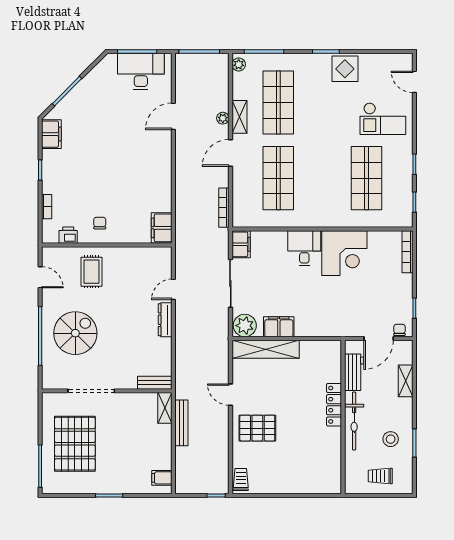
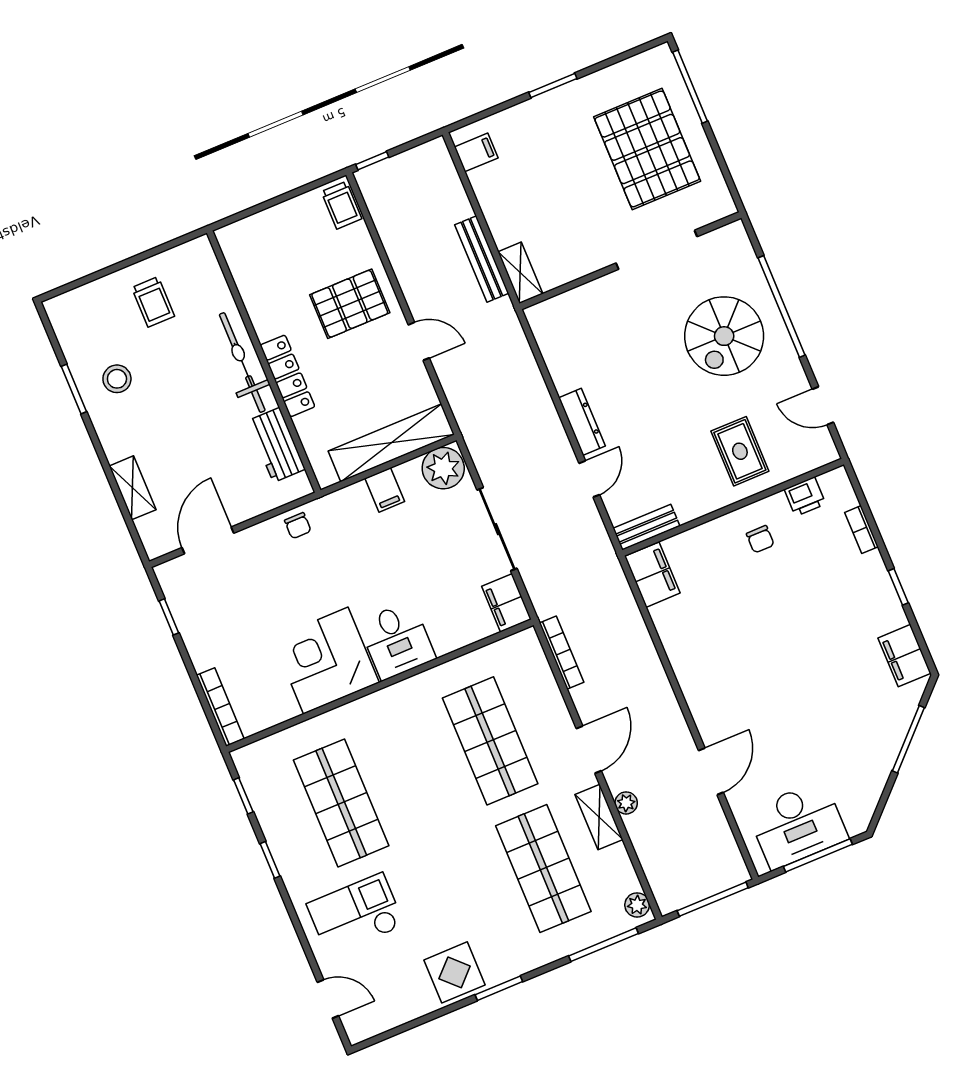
filing cabinet: (279, 327) -> (385, 490), width x0.50
chair: (399, 330) -> (298, 526), moved
workbench: (354, 372) -> (277, 445), moved
bench: (155, 383) -> (646, 527), moved
locker: (334, 405) -> (287, 376), moved
wall: (343, 417) -> (264, 361), moved
bicycle: (354, 421) -> (242, 363), moved
trolley: (380, 476) -> (153, 302), moved, turned 90

